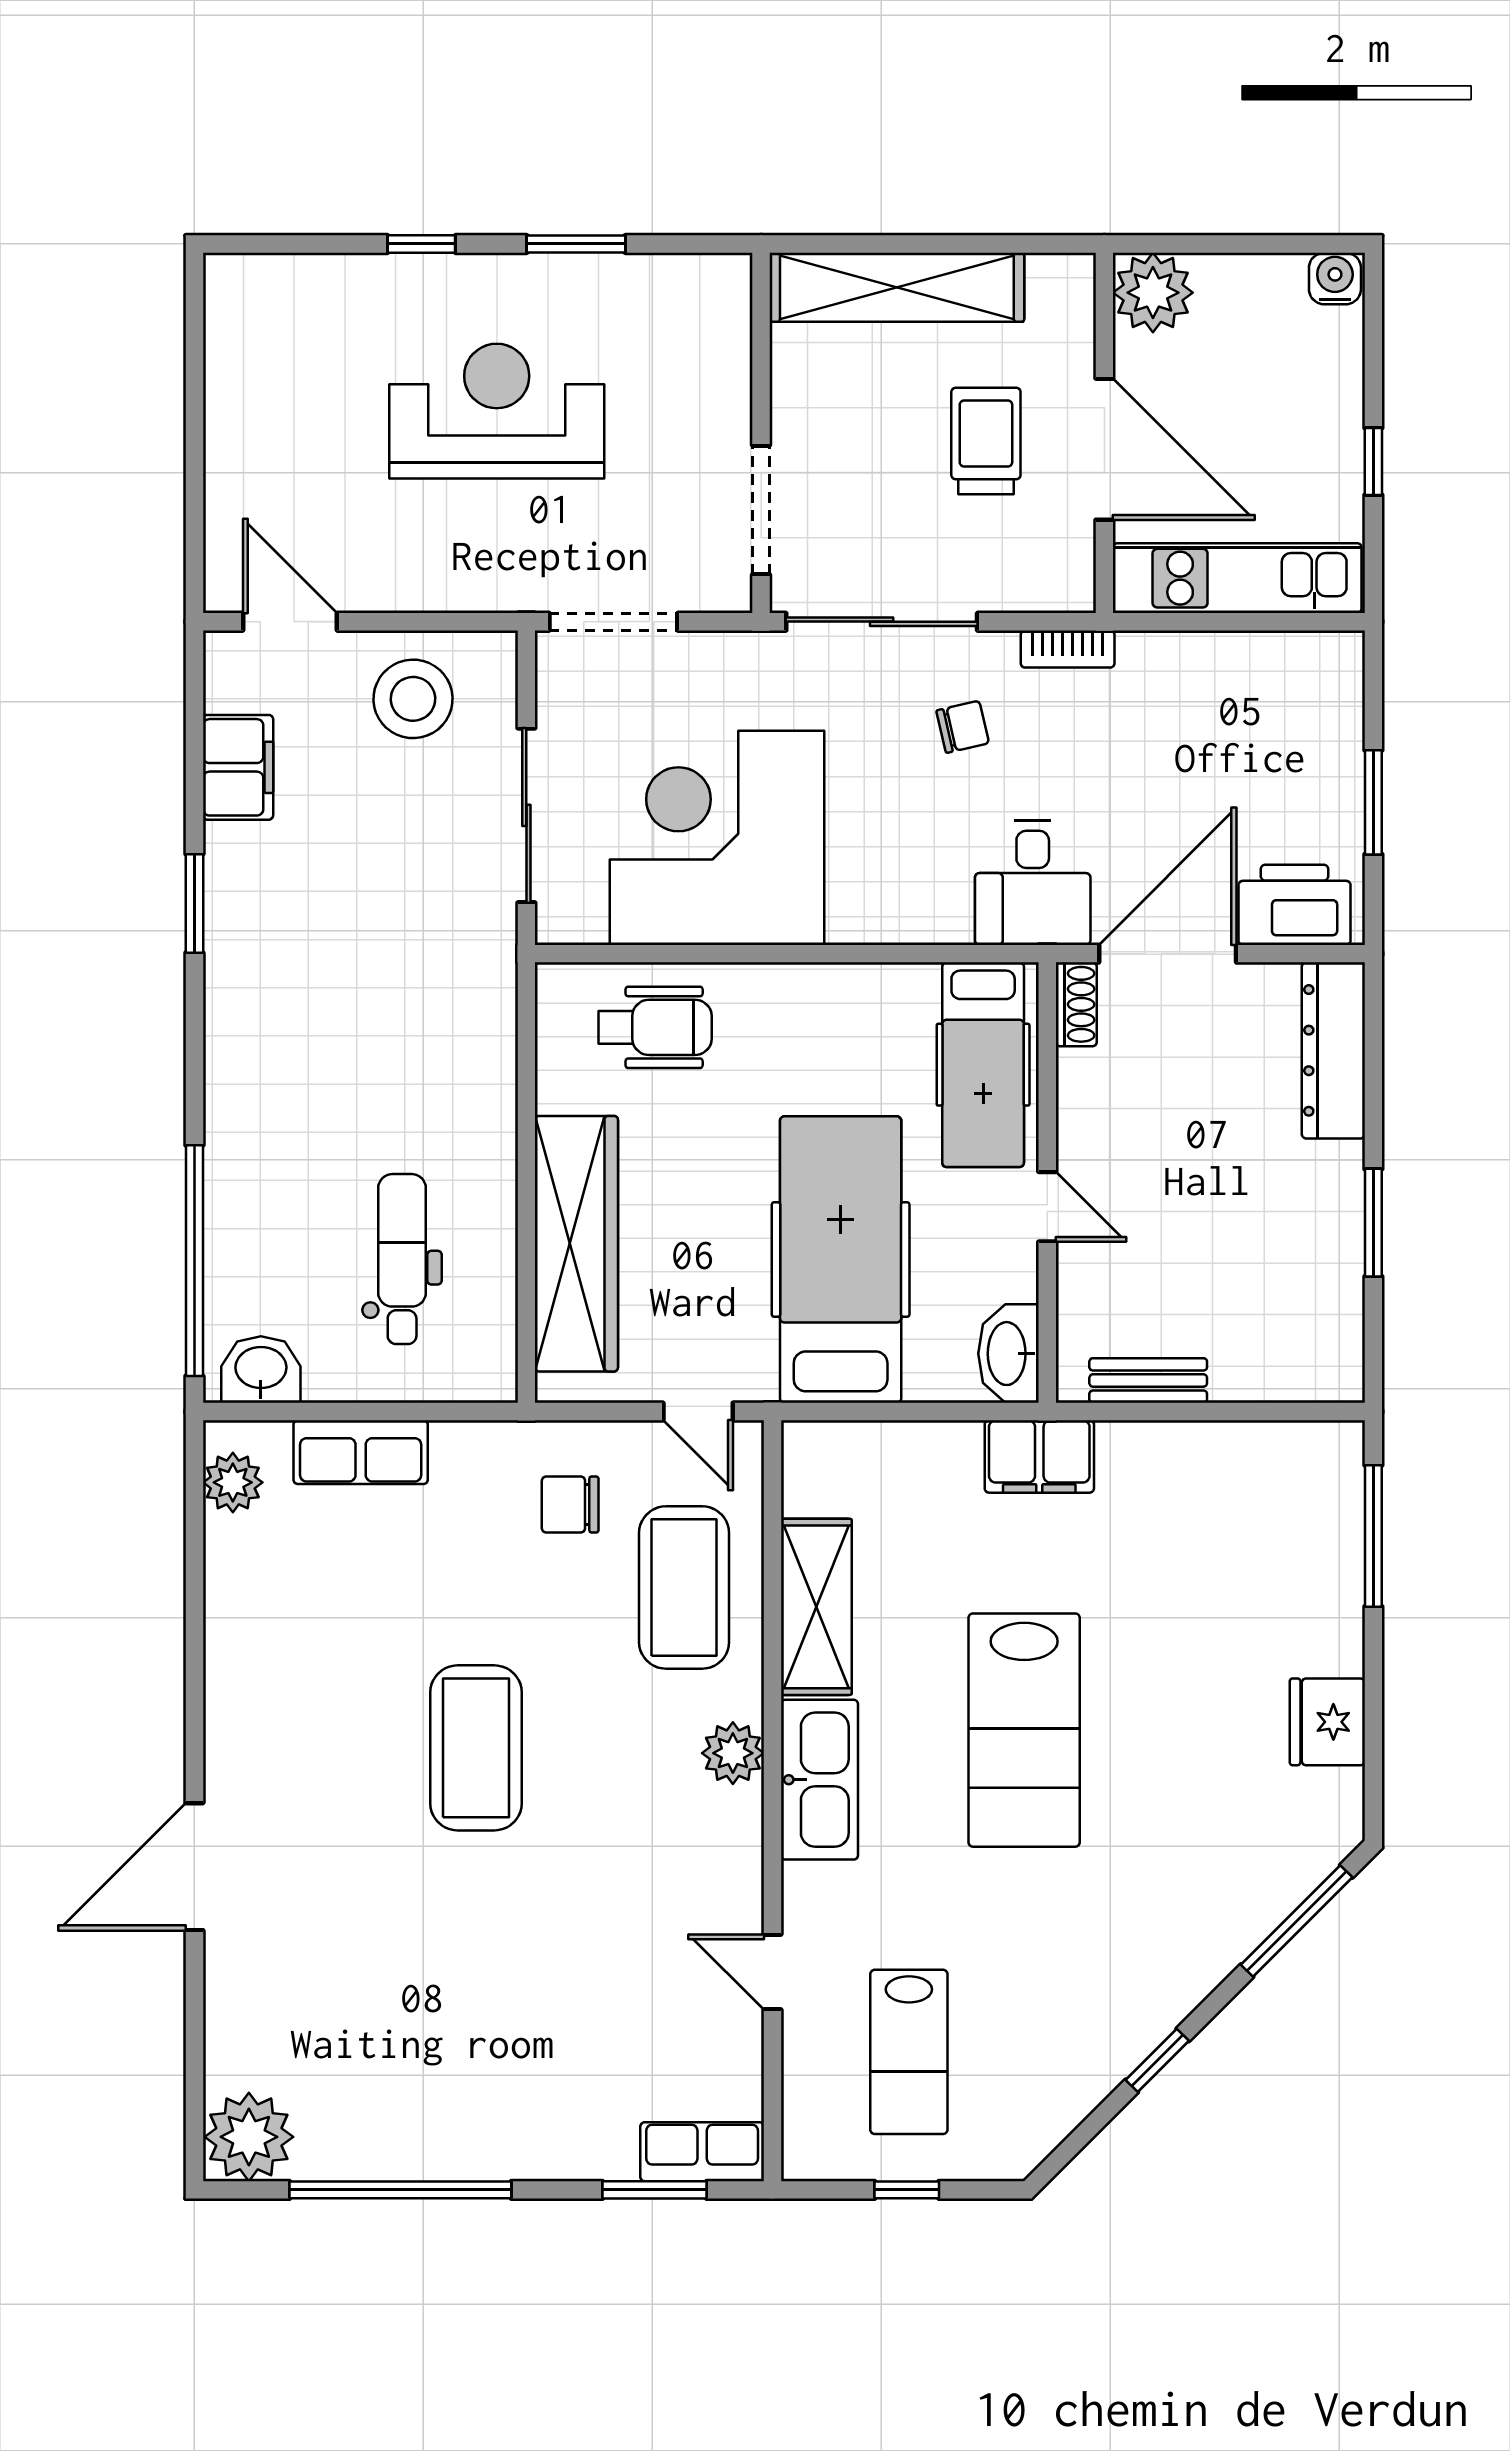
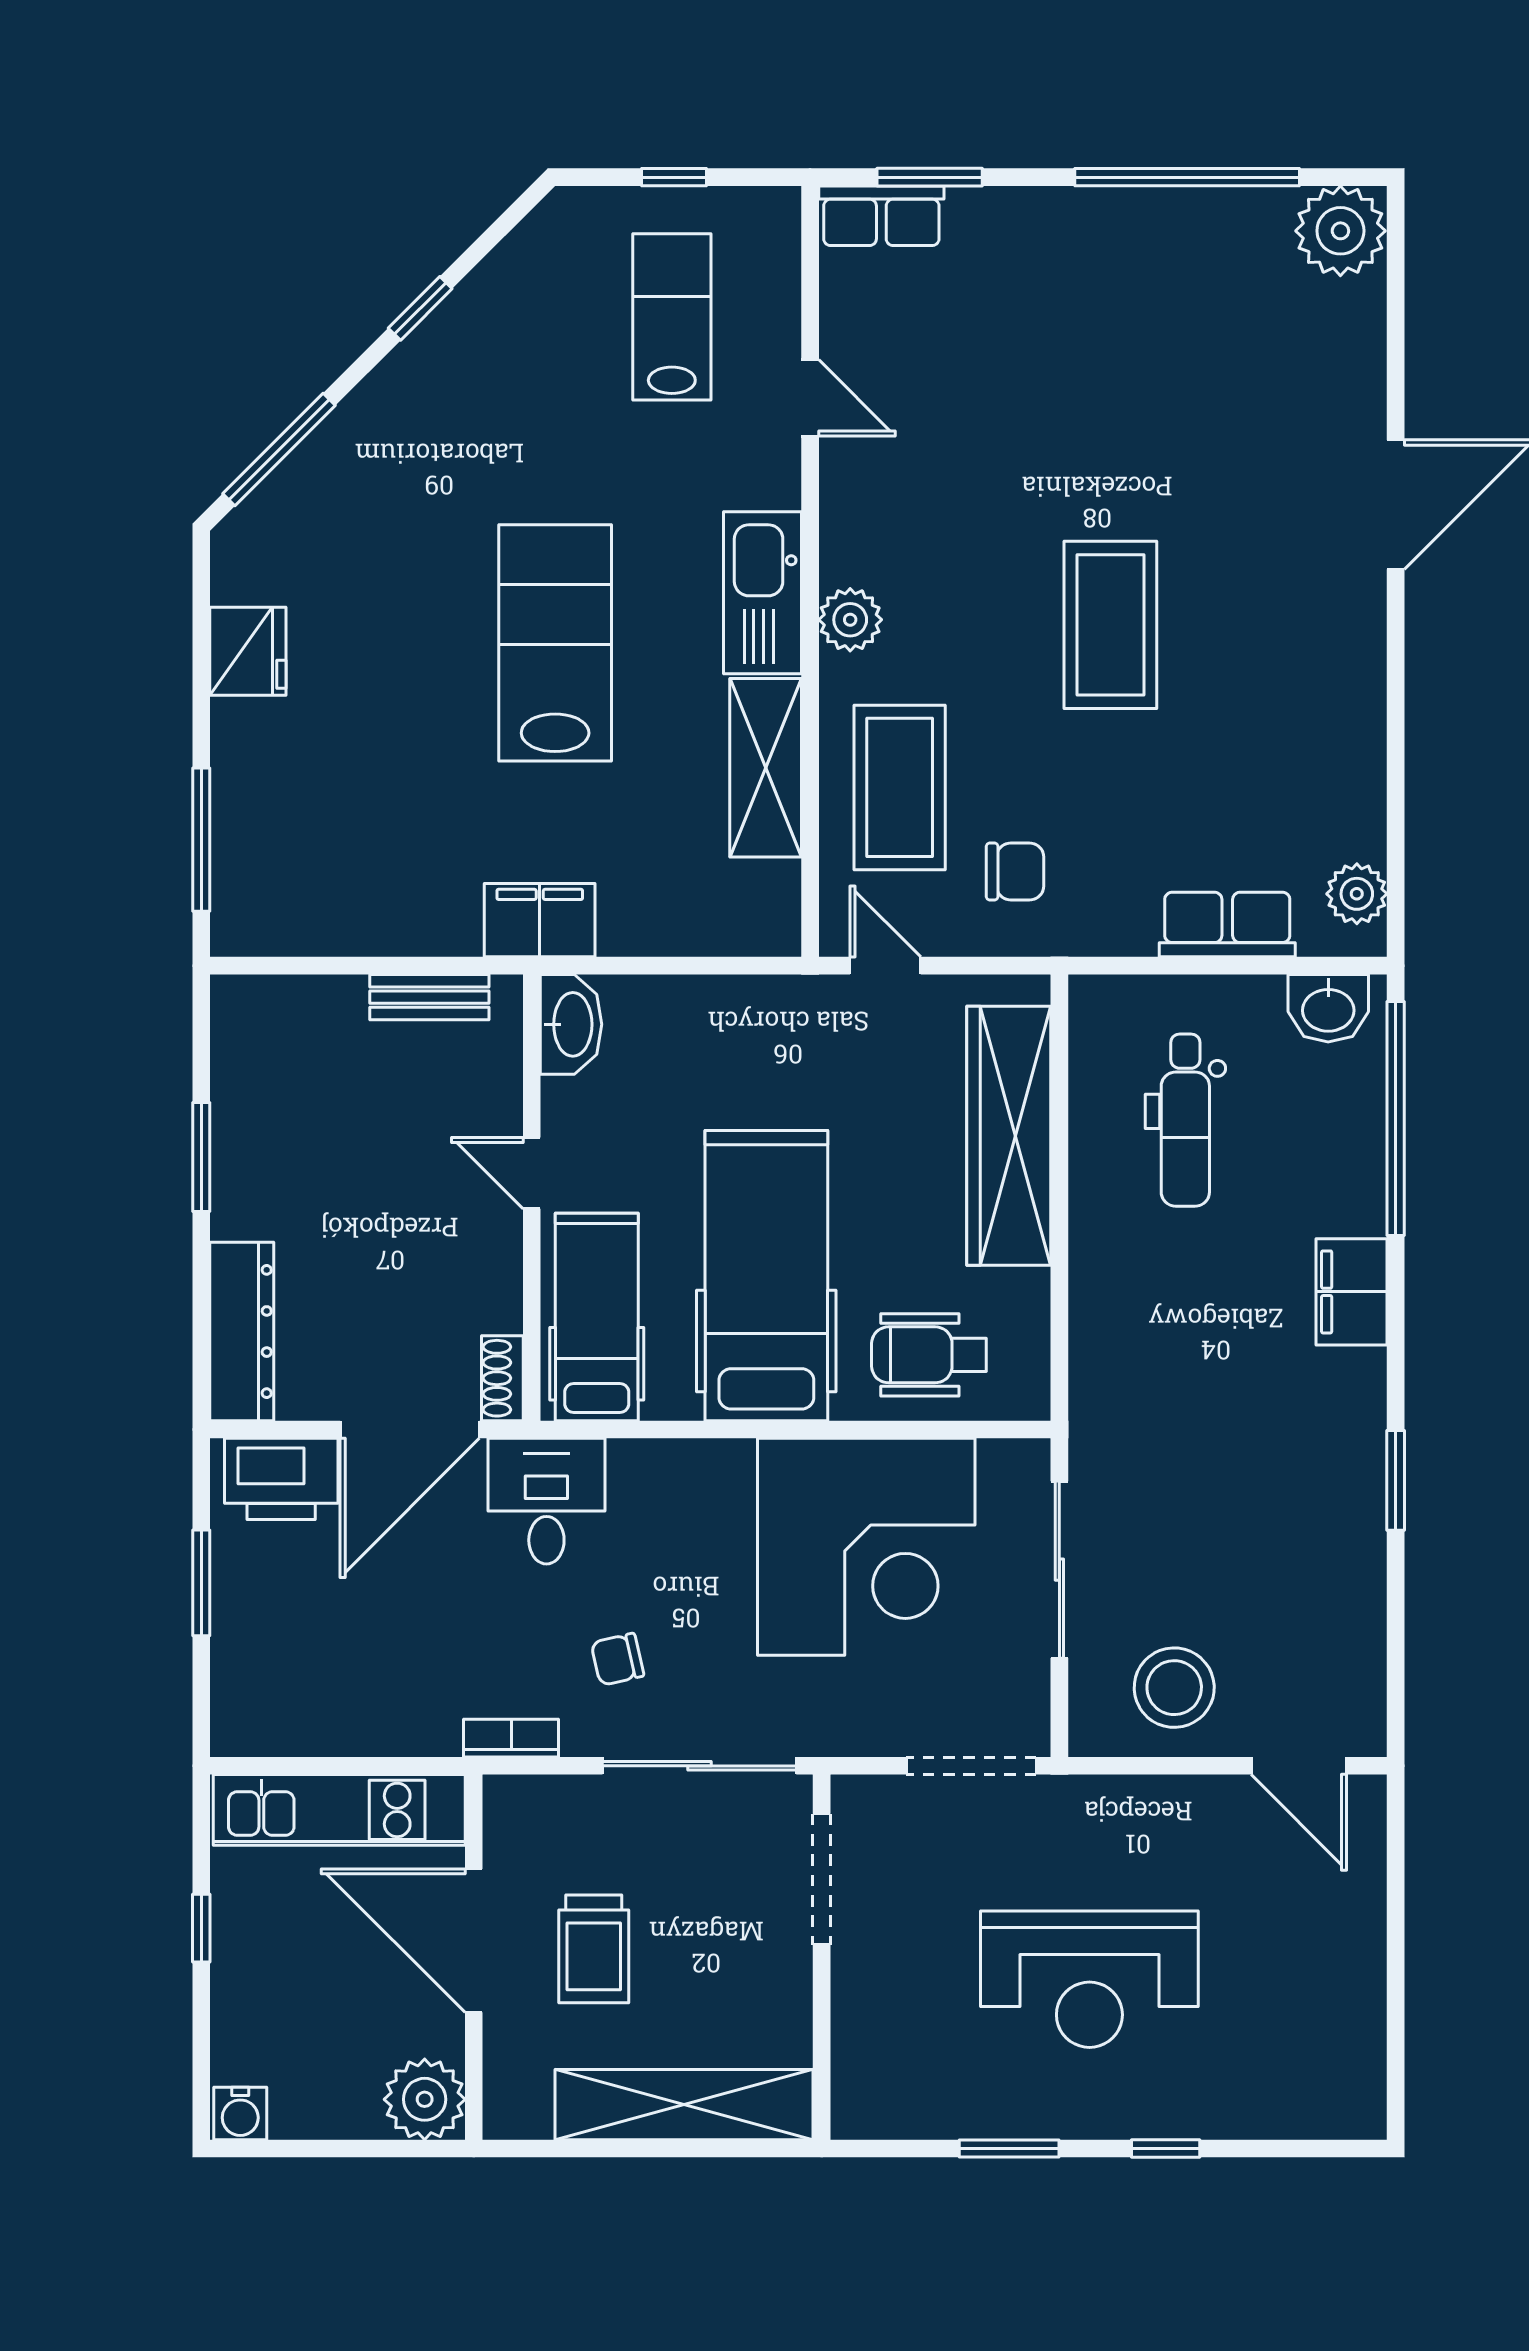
filing cabinet: (238, 767) -> (1351, 1292), moved
hospital bed: (841, 1260) -> (766, 1276), moved, turned 180

